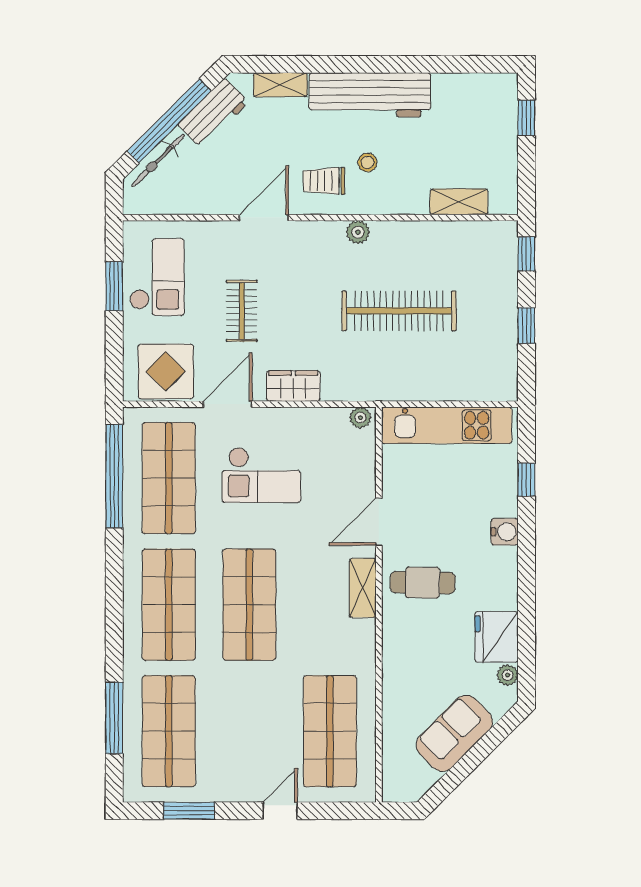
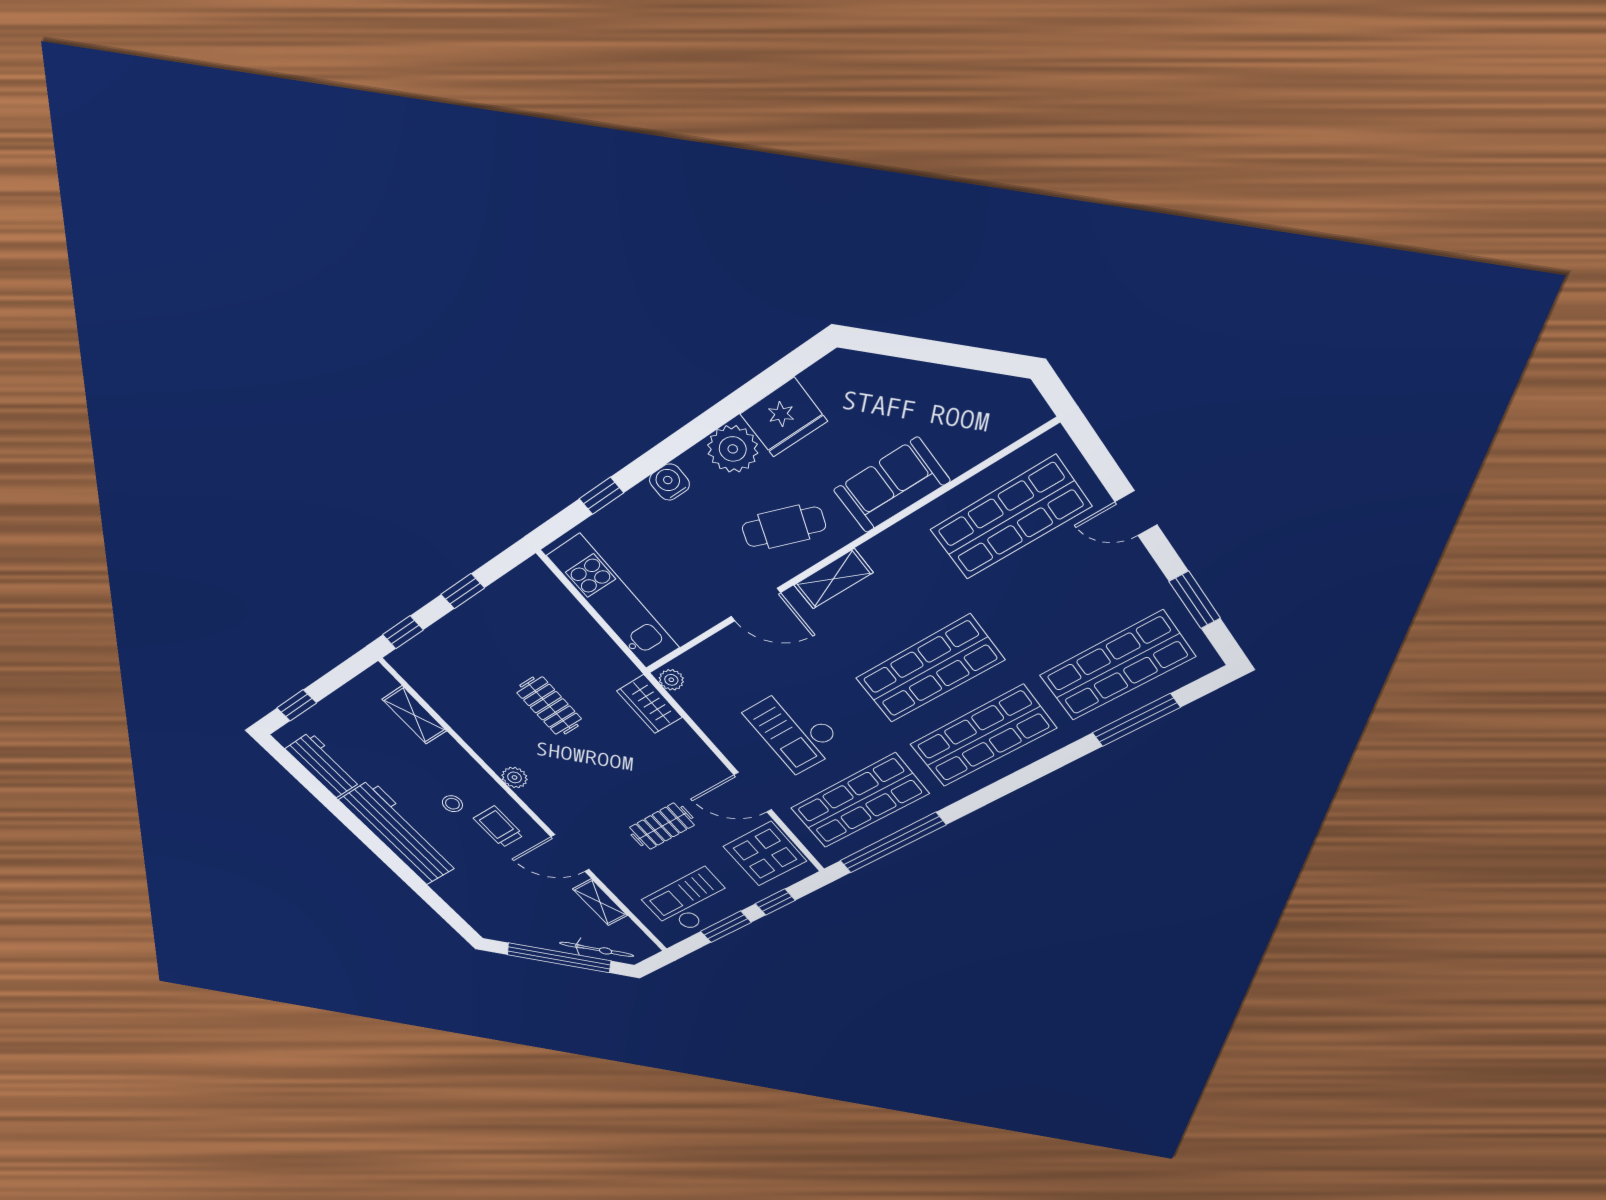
shelving: (280, 85) -> (600, 902), moved
workbench: (213, 113) -> (323, 765), moved, turned 45
trolley: (324, 181) -> (498, 827), turned 180
clothes rail: (399, 311) -> (549, 706), width x0.54, depth x0.76
window: (114, 345) -> (775, 902), added
wardrobe: (293, 386) -> (649, 704), moved
checkout: (261, 475) -> (794, 730), turned 180
cafe table: (423, 583) -> (784, 527), turned -71
plant: (508, 675) -> (733, 449), moved, width x1.88, depth x1.88
sofa: (454, 733) -> (892, 485), moved, turned 135

